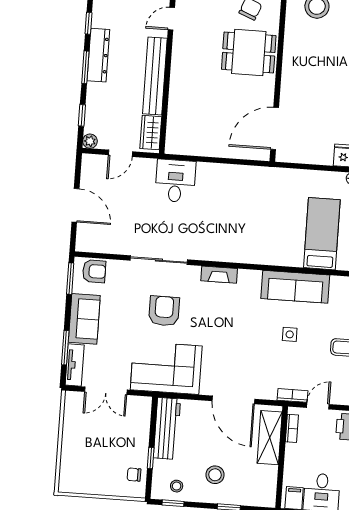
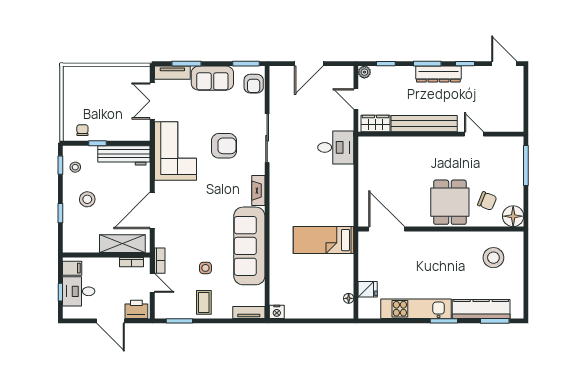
bed: (322, 234) -> (323, 240), moved, turned 180
sofa: (295, 287) -> (249, 246), width x1.36, depth x1.27
side table: (290, 334) -> (205, 268), moved

